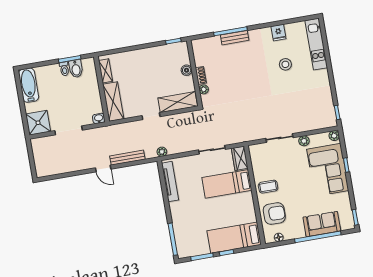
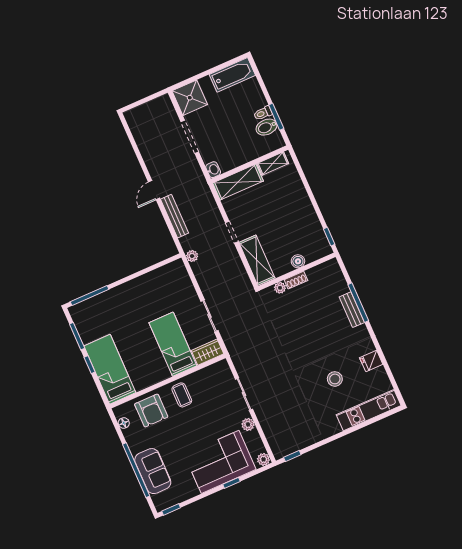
tv unit: (170, 182) -> (158, 275), removed

